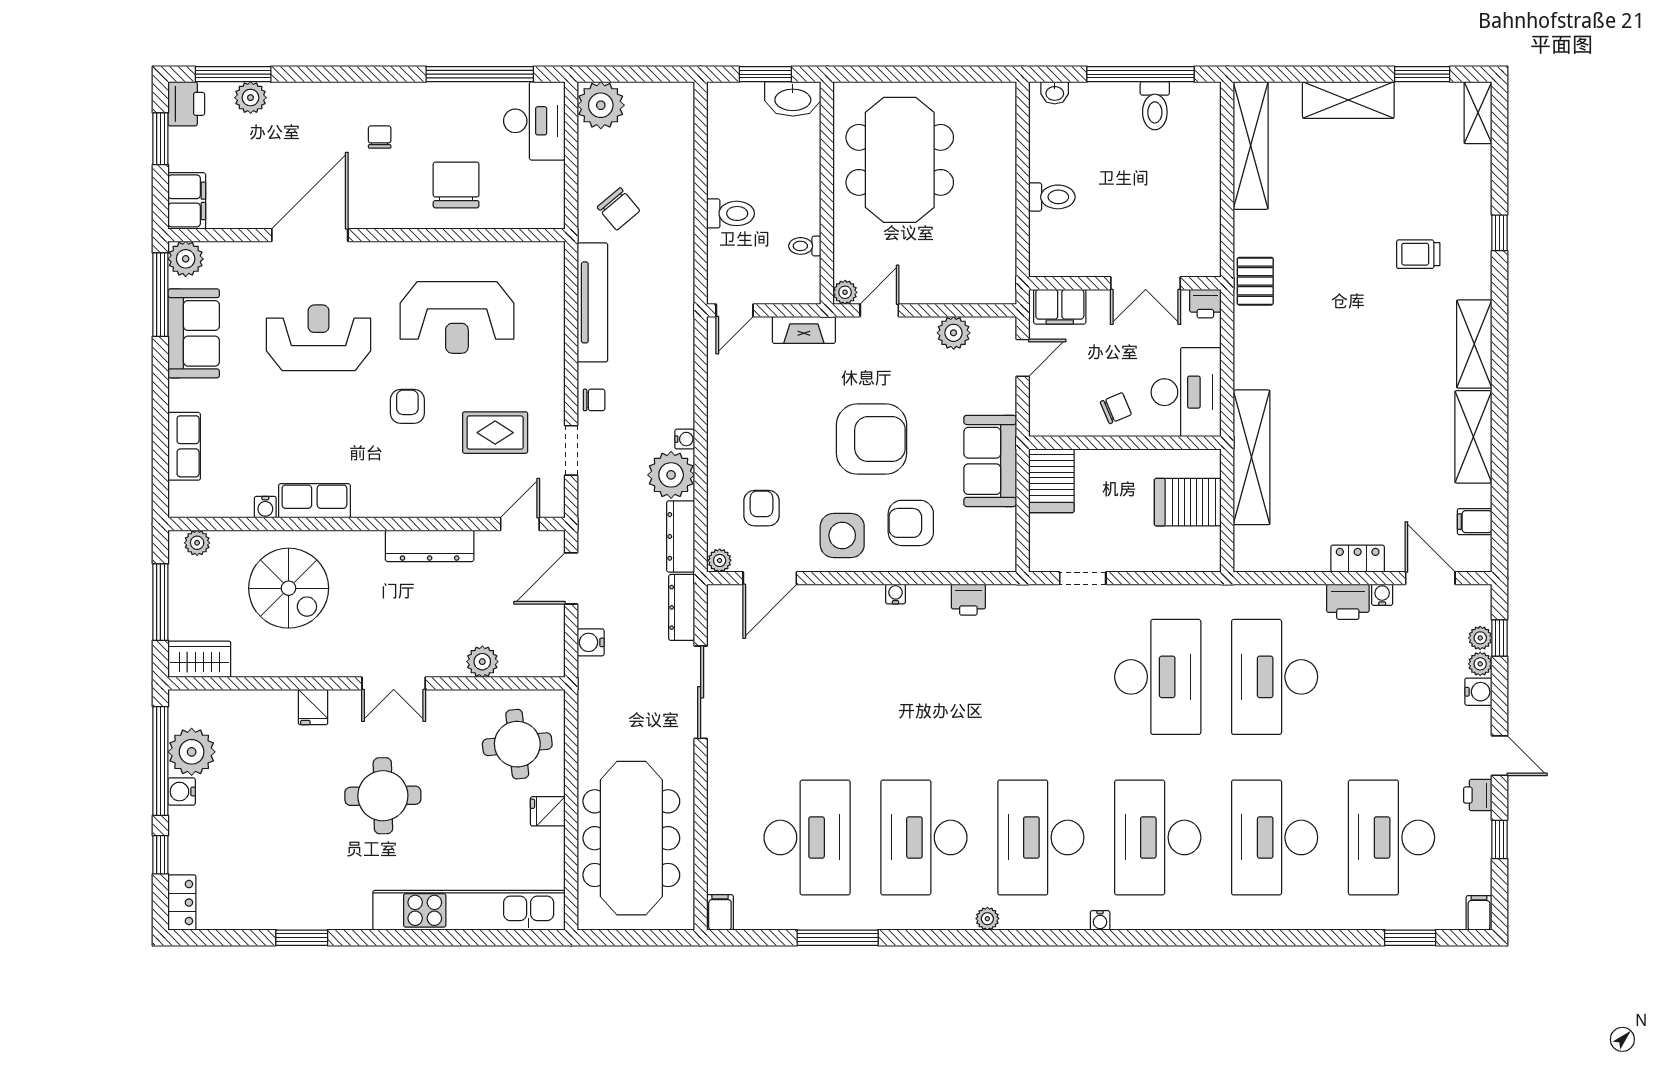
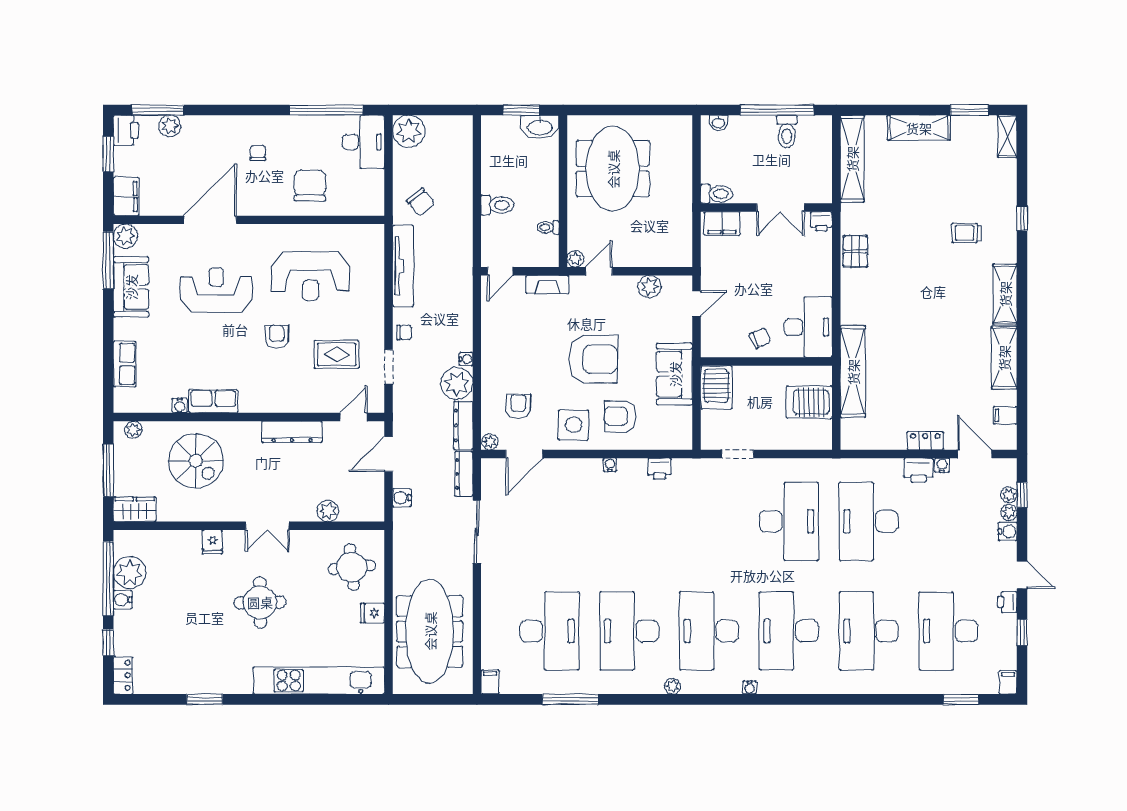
wall: (1125, 283) -> (766, 208), moved
double door: (1146, 283) -> (781, 208), moved
printer: (1205, 304) -> (821, 221), moved
filing cabinet: (1060, 307) -> (722, 224), moved

